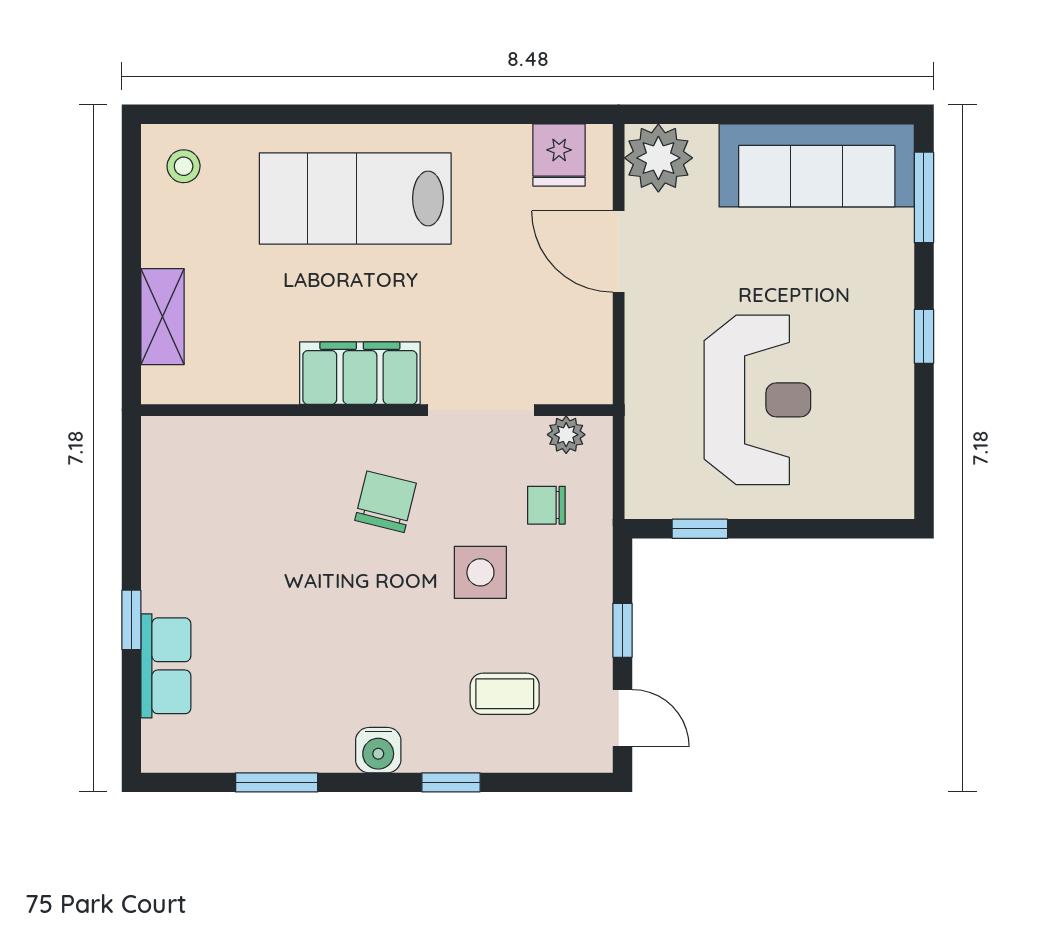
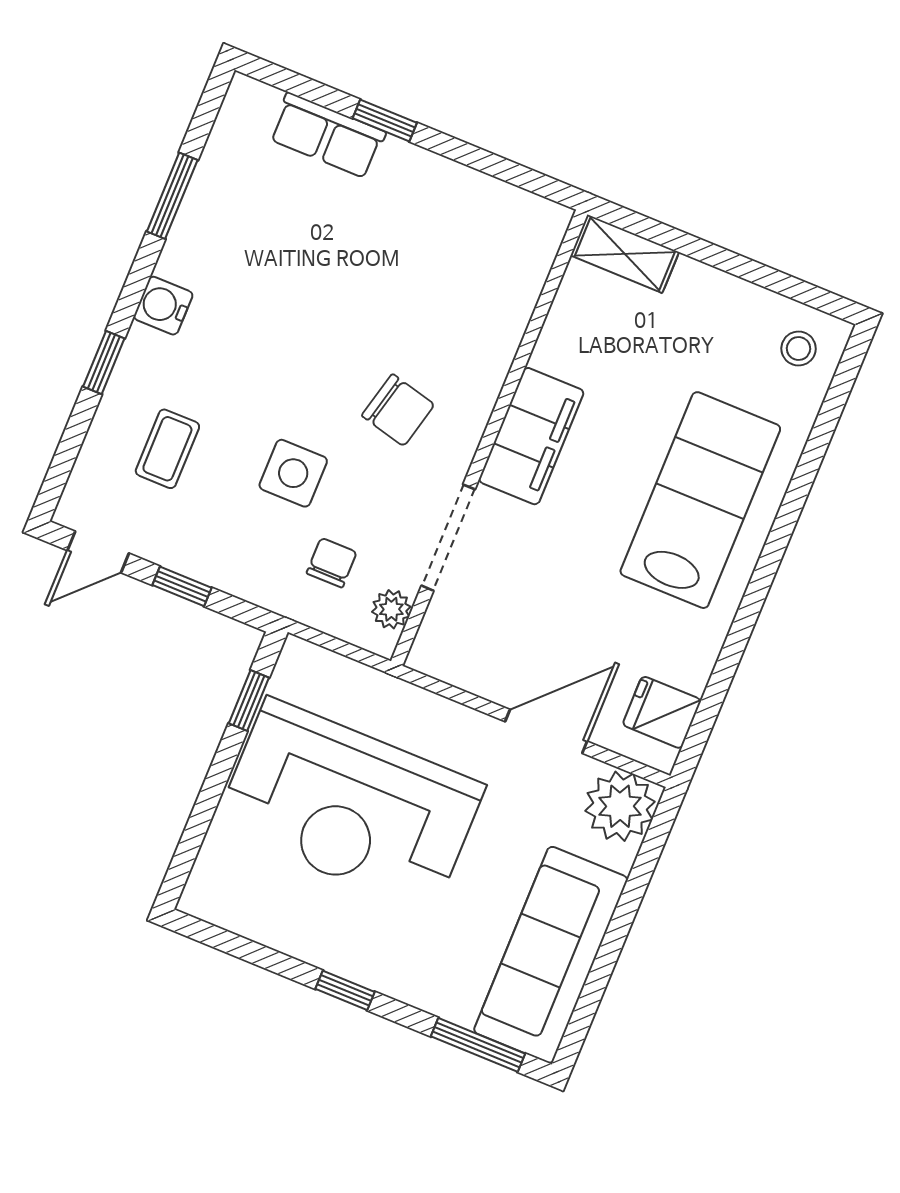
shelving: (163, 317) -> (625, 254), moved
reception desk: (757, 400) -> (350, 806), width x1.36, depth x1.30

